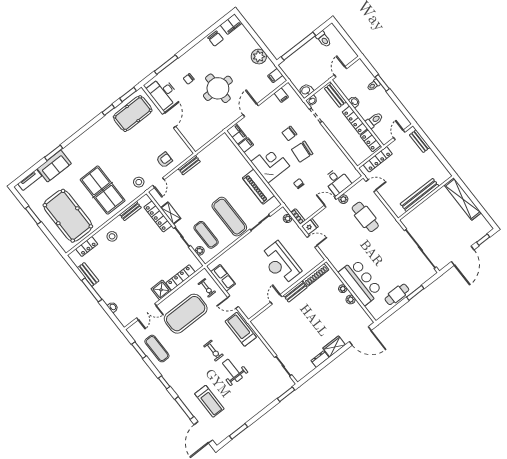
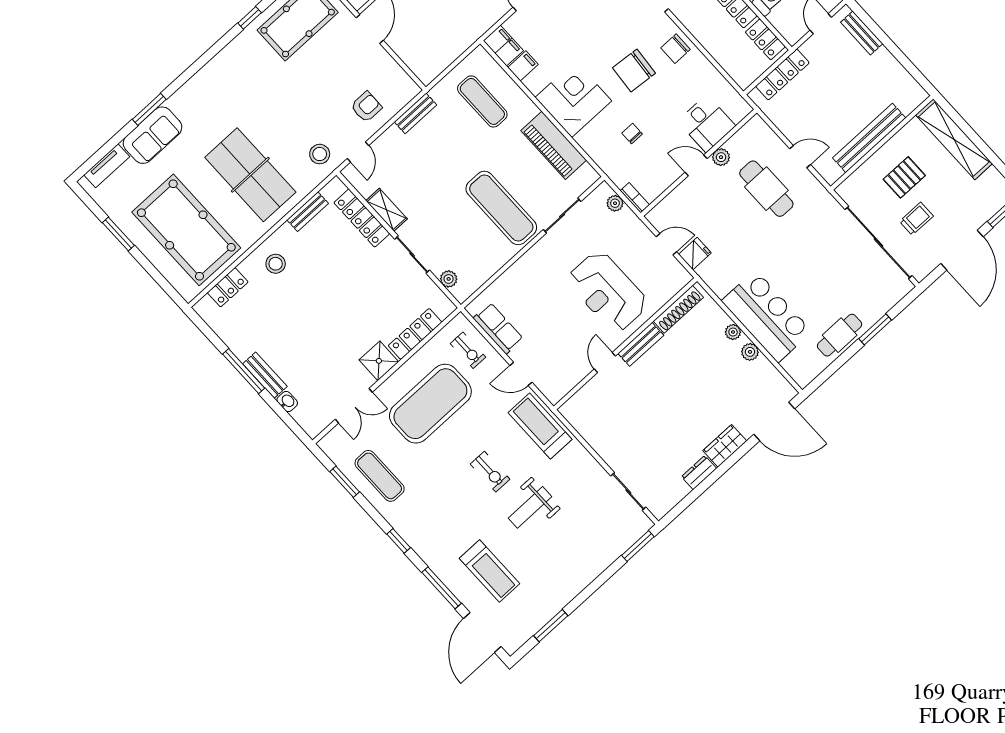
chair: (289, 133) -> (675, 49), moved
door: (371, 186) -> (800, 157), moved
pallet: (436, 216) -> (904, 177), added
fridge: (310, 226) -> (695, 254), moved
exercise mat: (206, 235) -> (482, 101), moved
trolley: (441, 238) -> (916, 219), added
bench: (88, 274) -> (265, 375), moved
weight bench: (232, 370) -> (530, 507), turned -90

